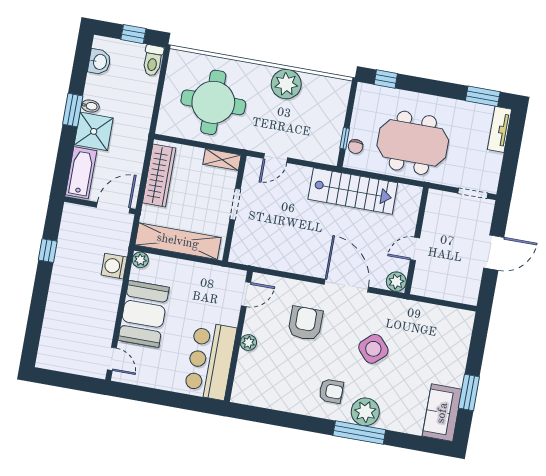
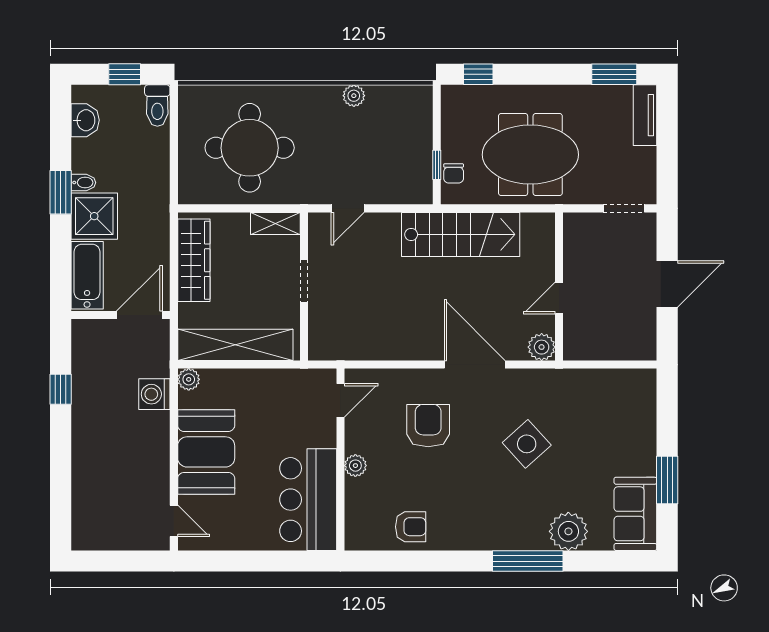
plant: (286, 84) -> (354, 96), width x0.53, depth x0.53
armchair: (331, 391) -> (411, 527), moved
plant: (365, 412) -> (568, 531), moved

